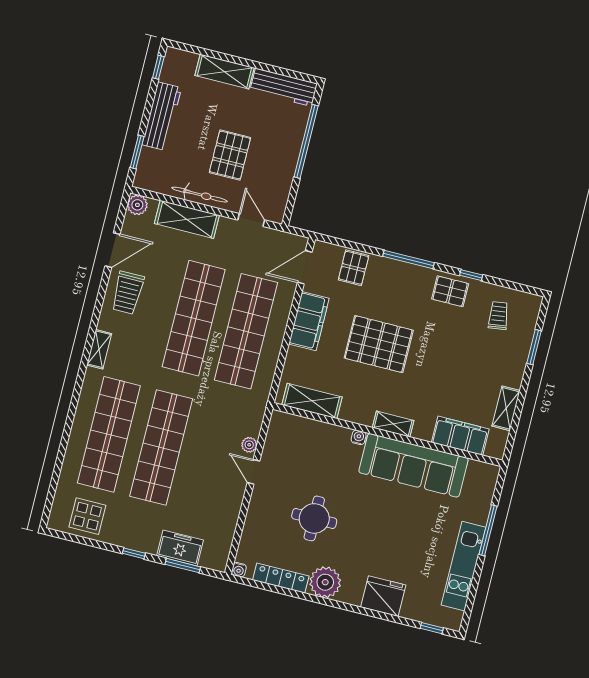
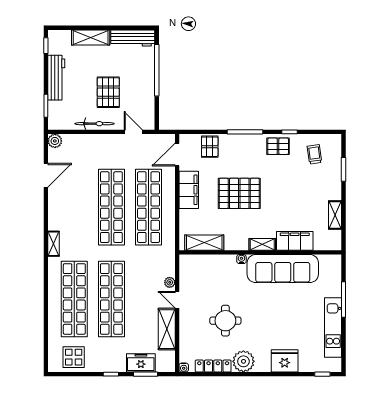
shelving: (187, 219) -> (167, 329), moved, turned 90
trolley: (128, 293) -> (63, 201), removed
filing cabinet: (460, 436) -> (295, 241), moved

